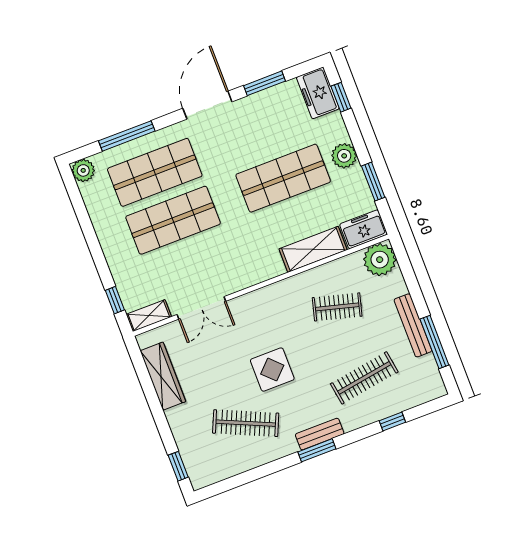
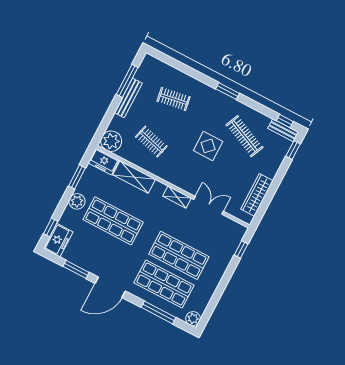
shelving: (149, 316) -> (177, 197), moved
clothes rail: (364, 378) -> (174, 99), width x0.73
window: (392, 422) -> (285, 121), moved
bench: (320, 434) -> (283, 130), moved

